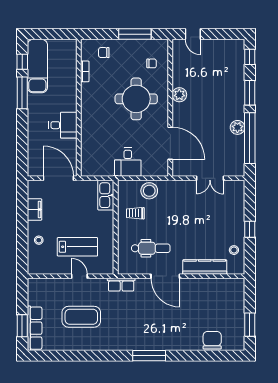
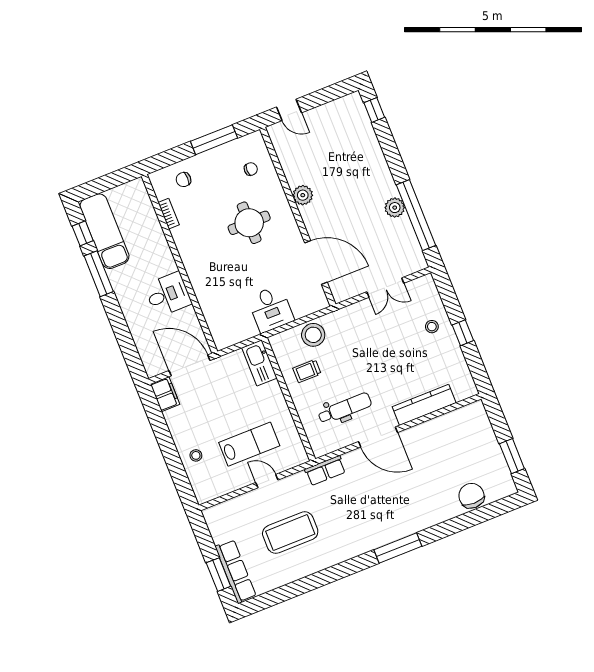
window: (250, 93) -> (393, 157), removed
round table: (136, 99) -> (249, 223), width x0.73, depth x0.73
filing cabinet: (34, 209) -> (165, 394), moved
stool: (234, 250) -> (432, 327), moved

